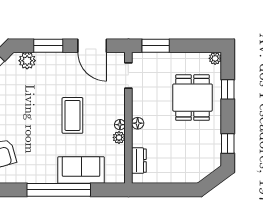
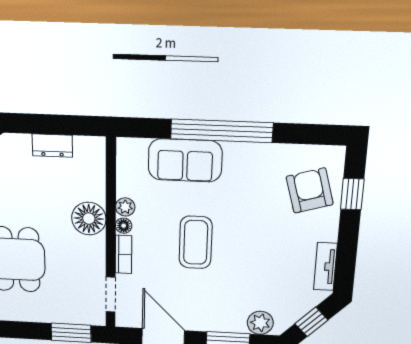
bookcase: (120, 105) -> (123, 254), added
floor lamp: (138, 123) -> (89, 219), width x1.89, depth x1.89
dresser: (139, 161) -> (52, 146), moved, turned -90

